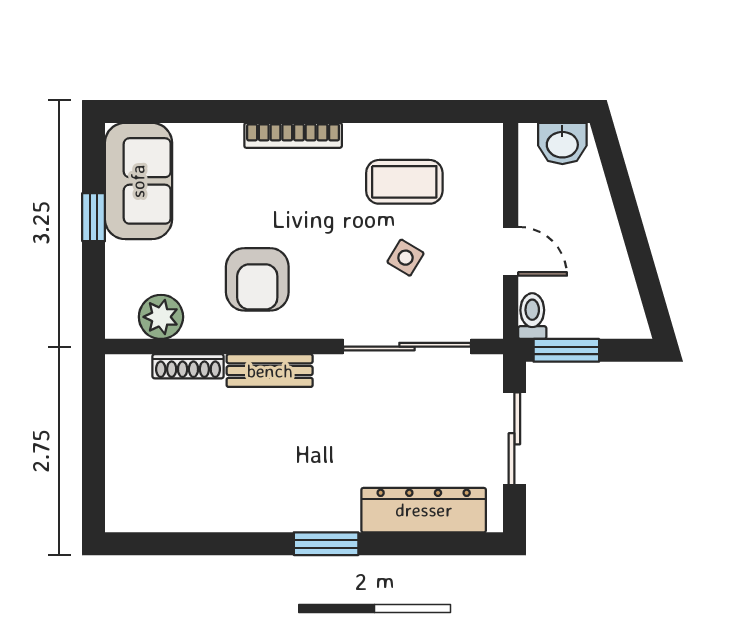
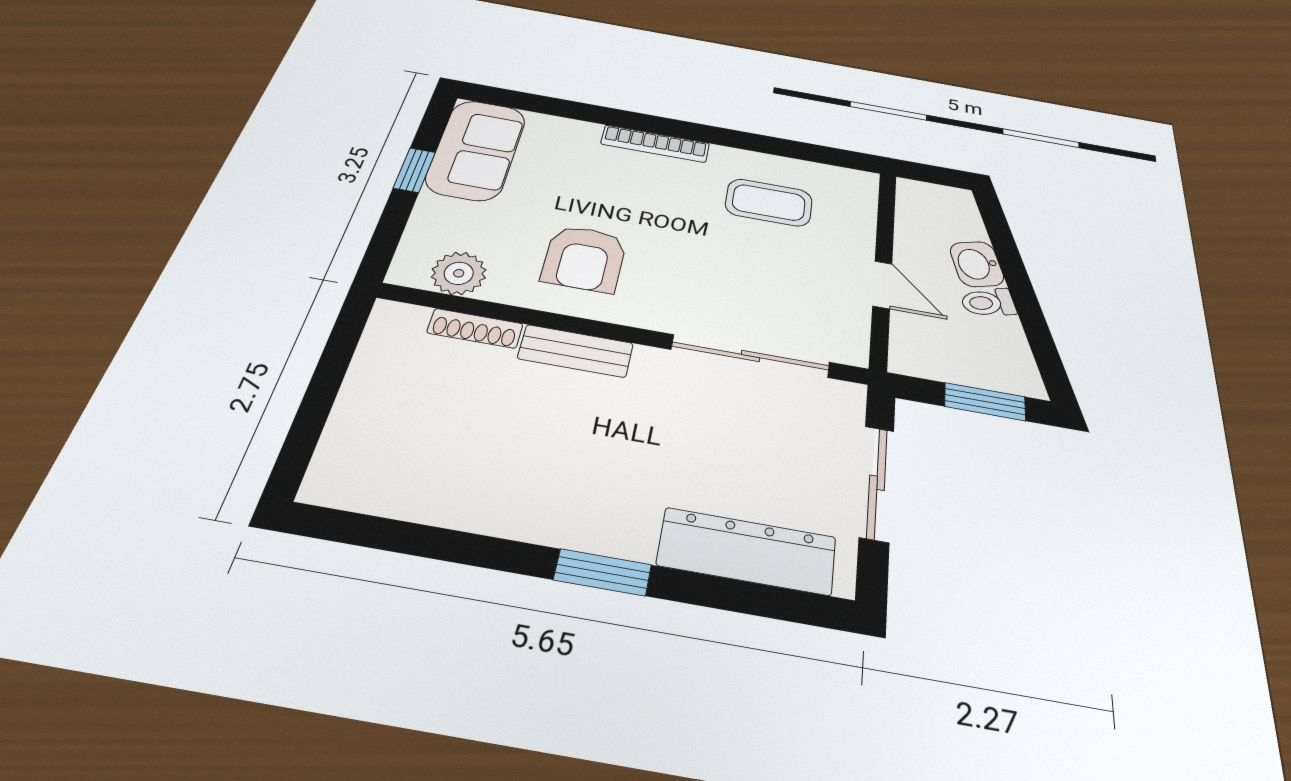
washbasin: (562, 143) -> (977, 264), moved, turned 74
side table: (405, 258) -> (761, 269), removed
toilet: (532, 316) -> (988, 303), moved, turned -106
window: (566, 350) -> (985, 402), moved

